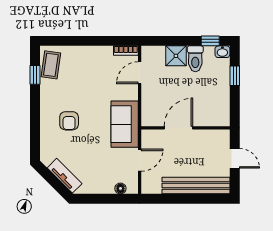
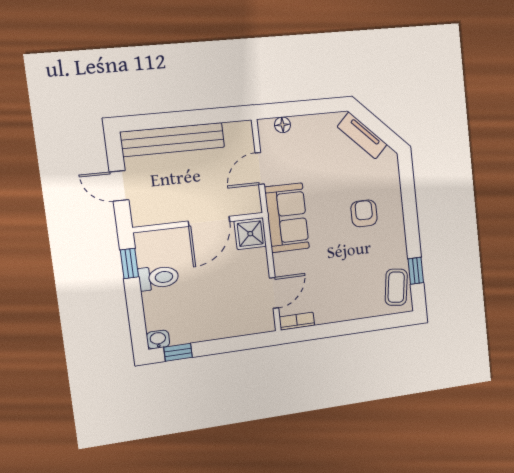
shower: (176, 56) -> (250, 234), moved
toilet: (195, 59) -> (159, 278), moved, turned 90
window: (235, 76) -> (129, 263), moved

